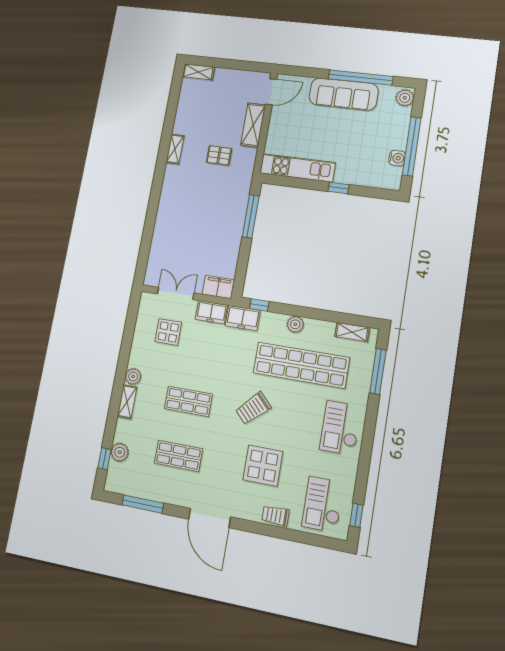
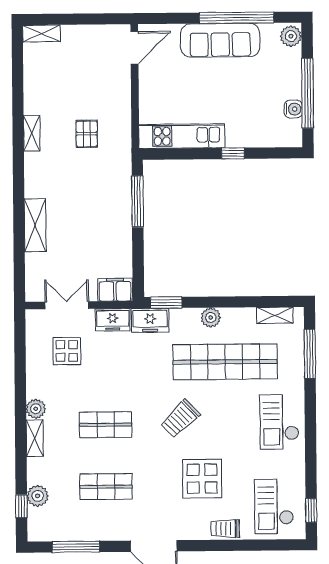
shelving: (253, 125) -> (35, 225), moved
pallet: (219, 155) -> (87, 134), turned 90
window: (259, 305) -> (166, 303), width x1.50

